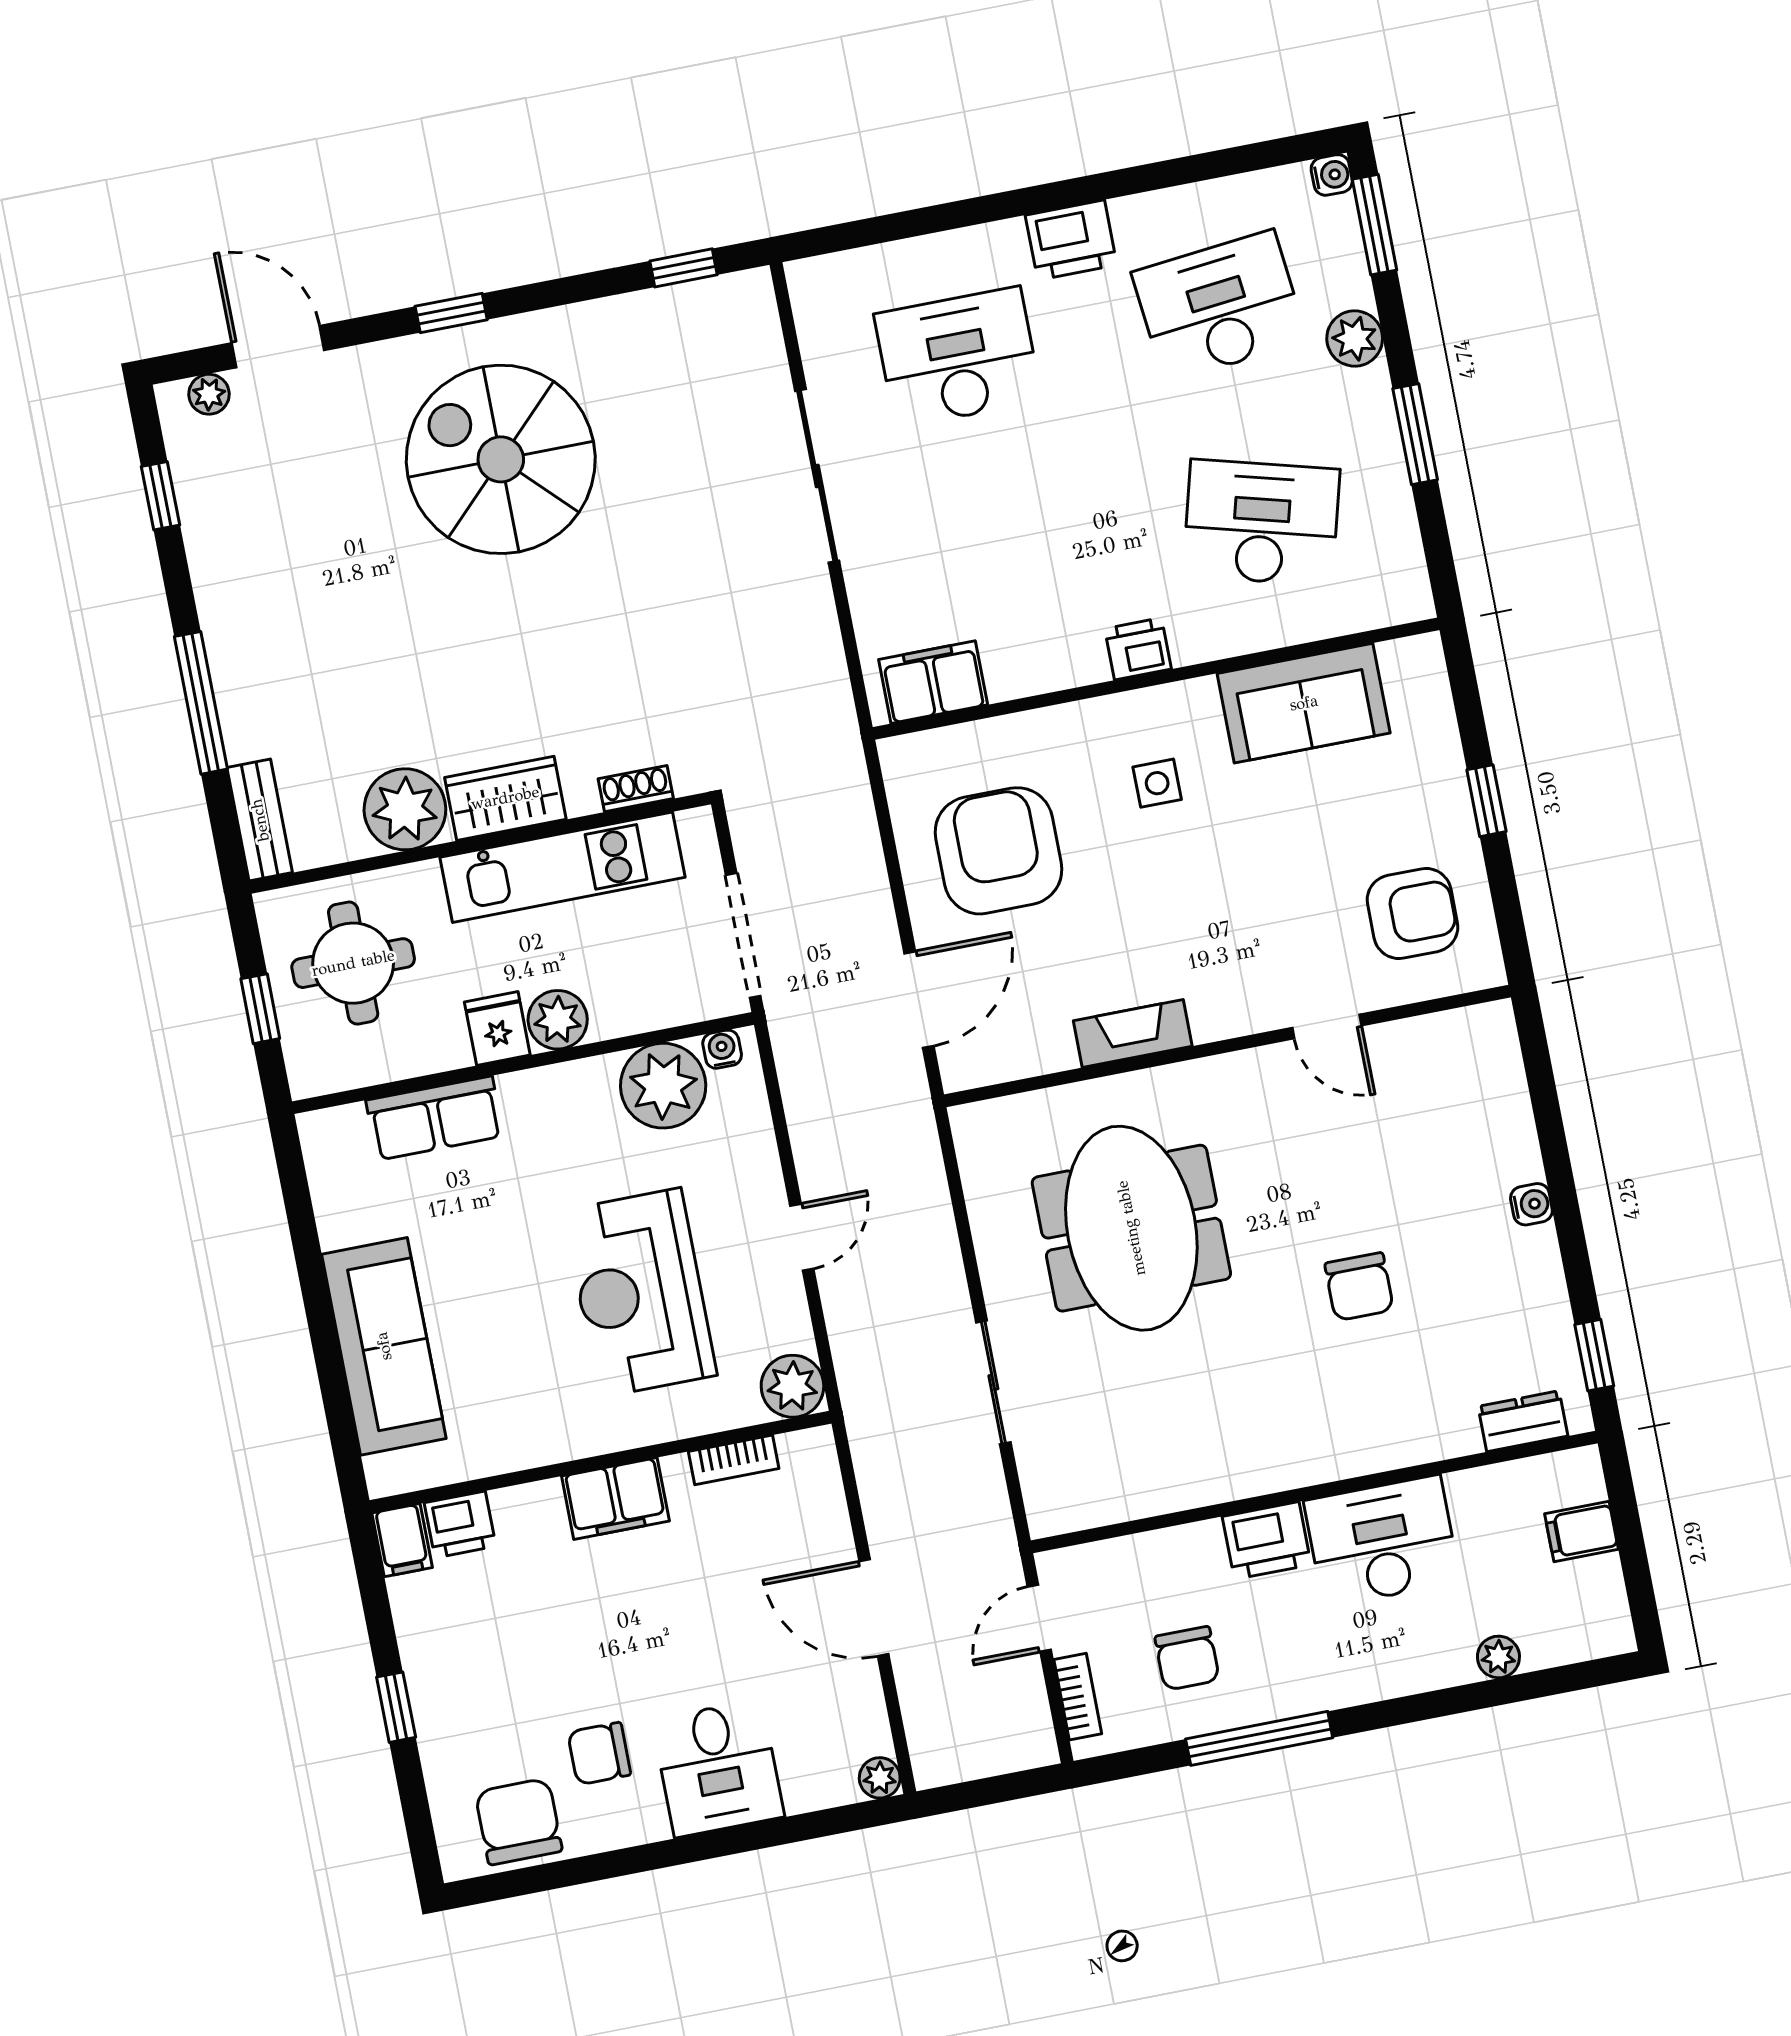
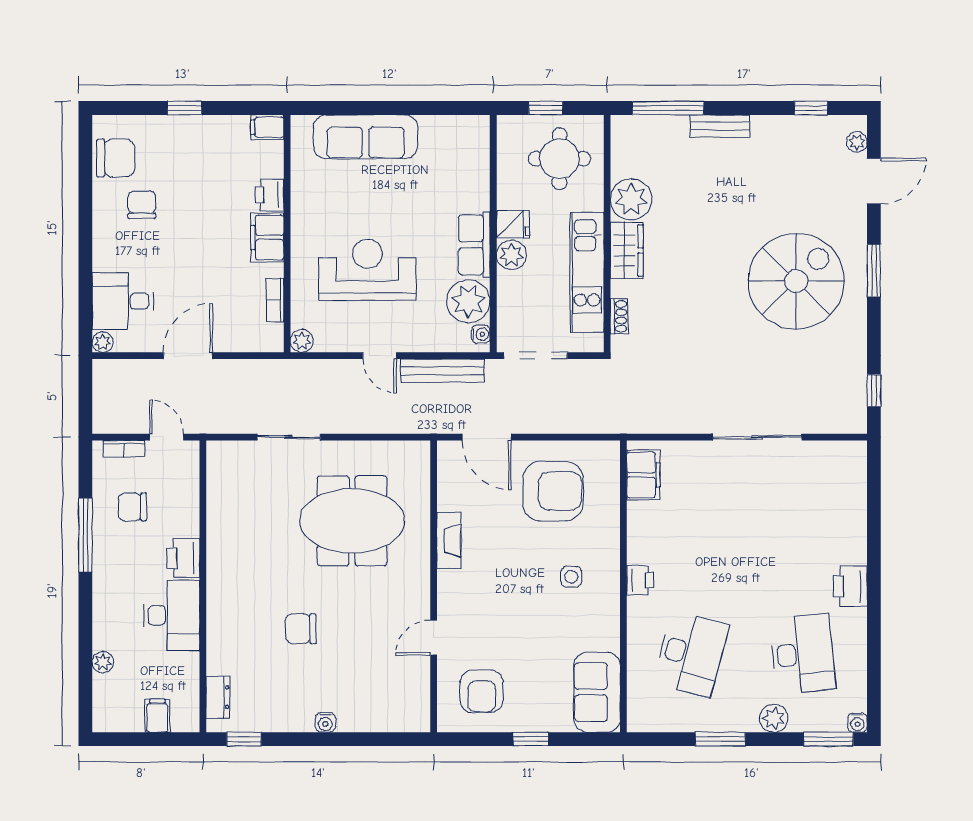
window: (451, 313) -> (874, 271), width x1.50
desk: (958, 357) -> (803, 519), removed
window: (201, 703) -> (668, 108), moved
sofa: (1304, 703) -> (597, 692), moved
bench: (260, 820) -> (720, 126), moved
bench: (807, 1110) -> (442, 371), added
row of seats: (435, 1118) -> (474, 245), moved
plant: (792, 1386) -> (302, 341), width x0.73, depth x0.73
printer: (460, 1525) -> (269, 195), moved
desk: (718, 1768) -> (123, 301), moved

